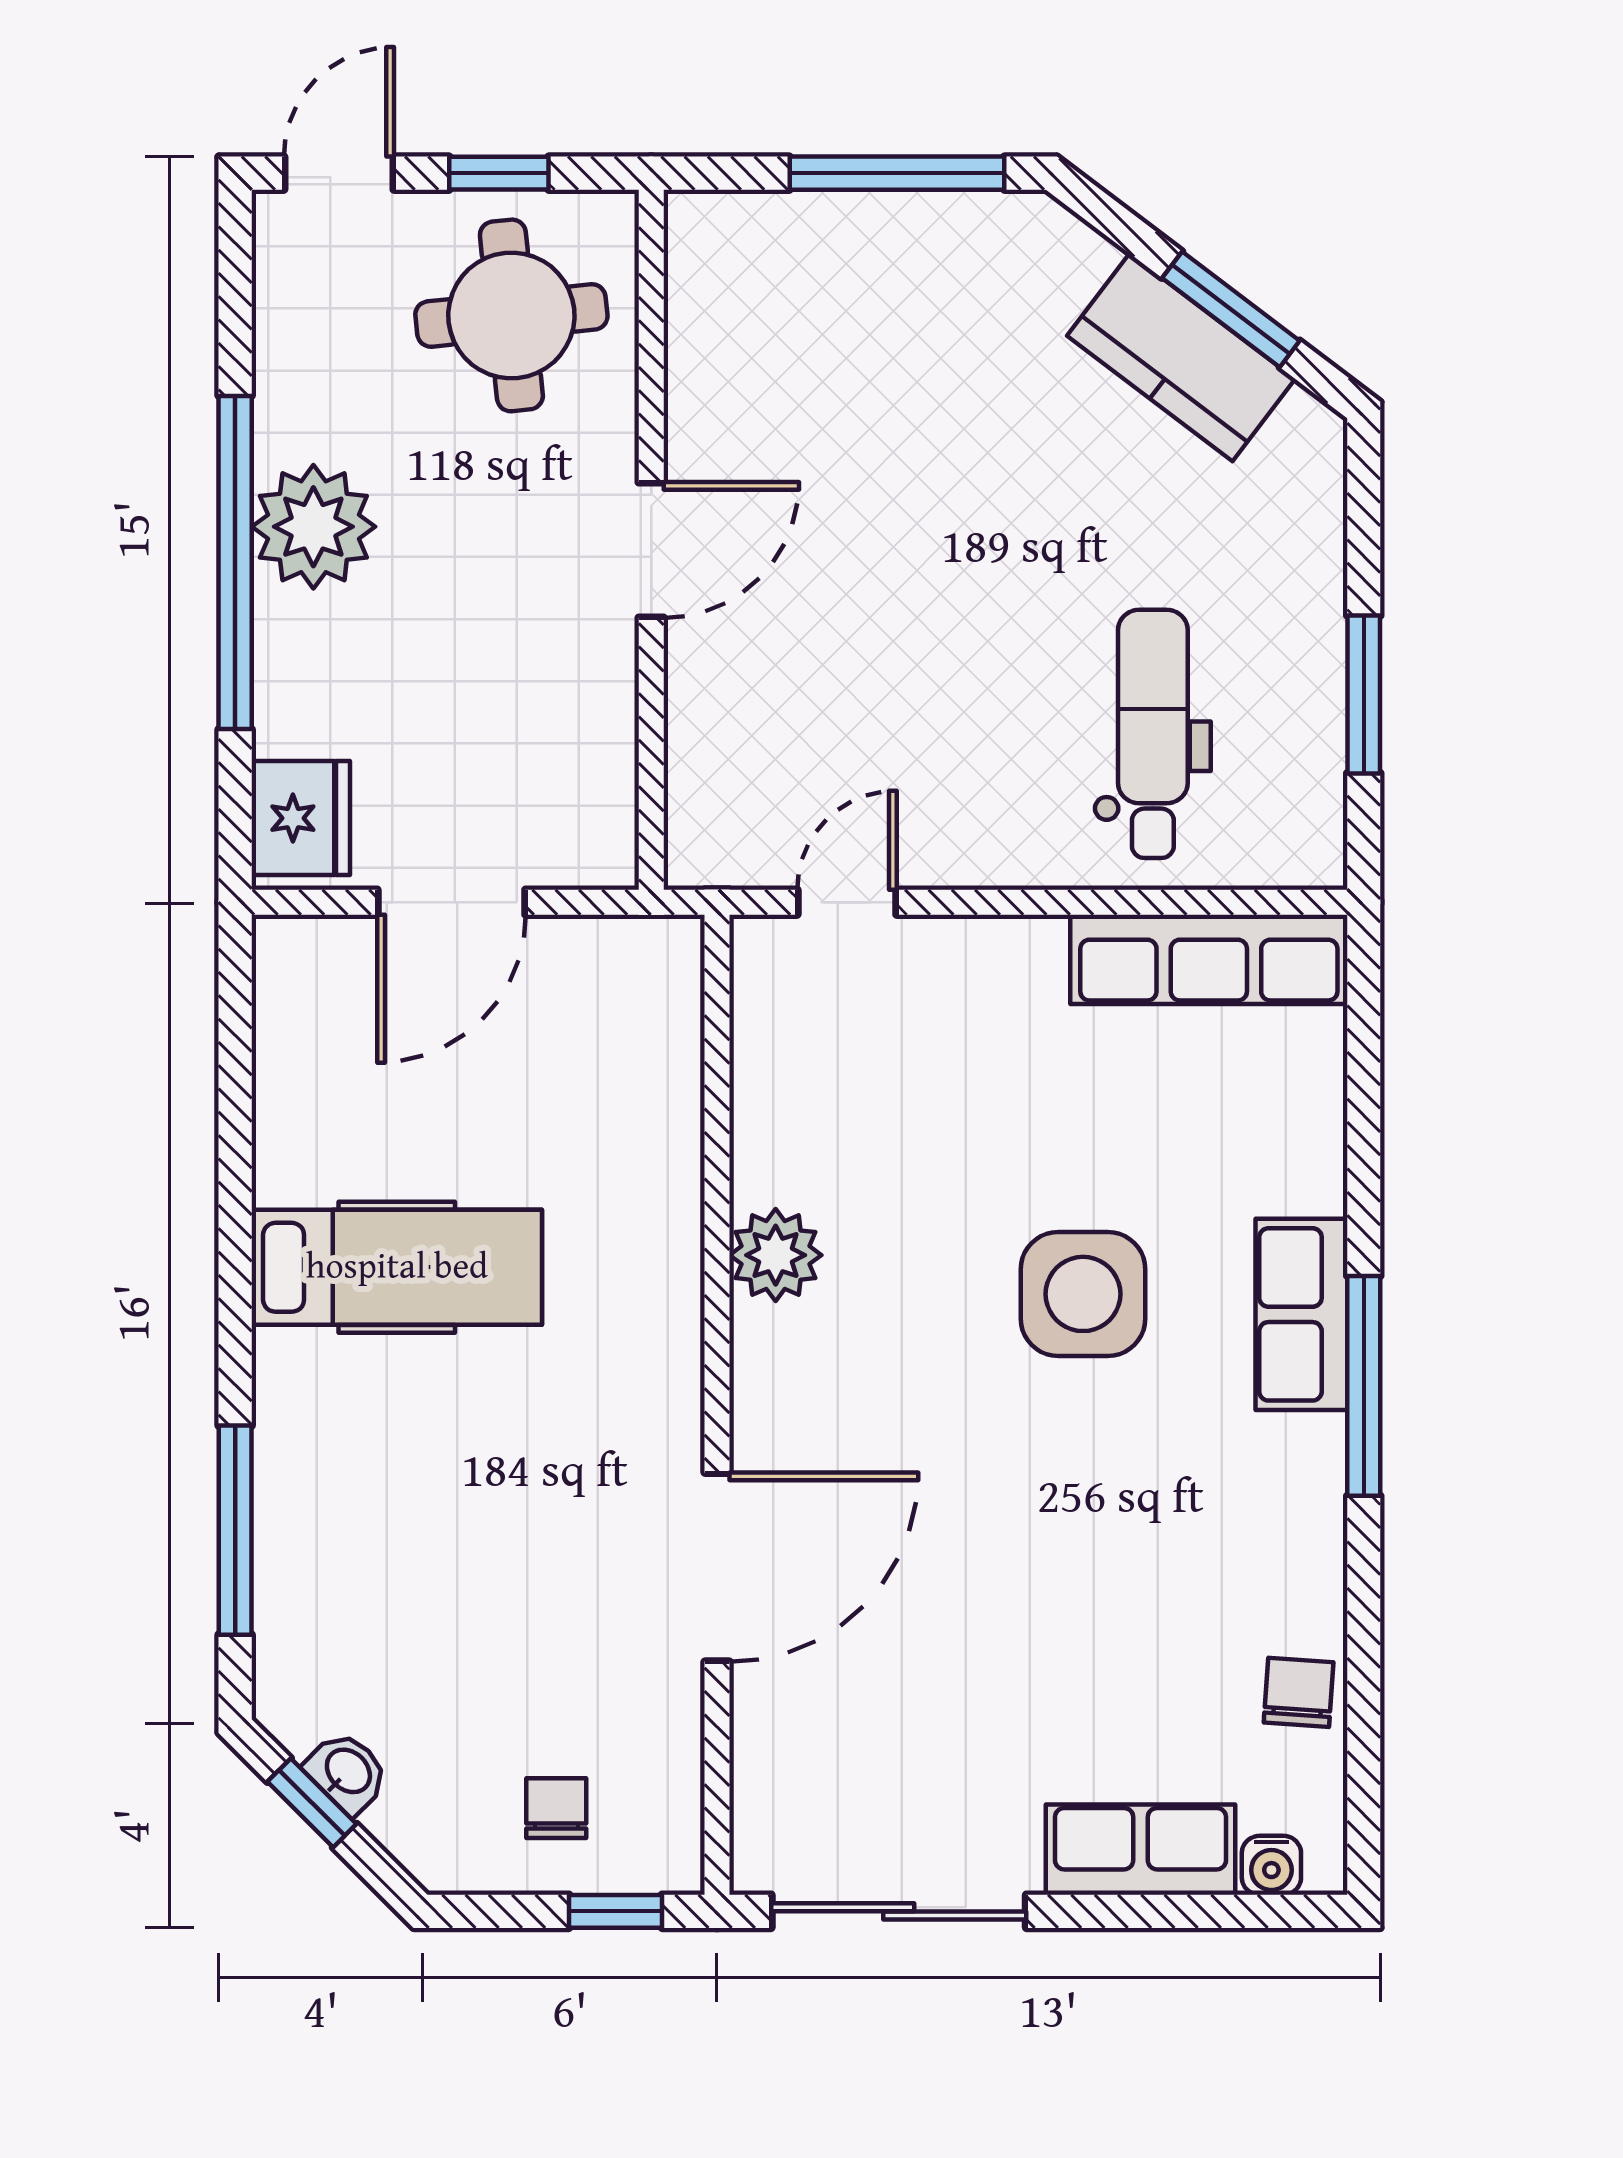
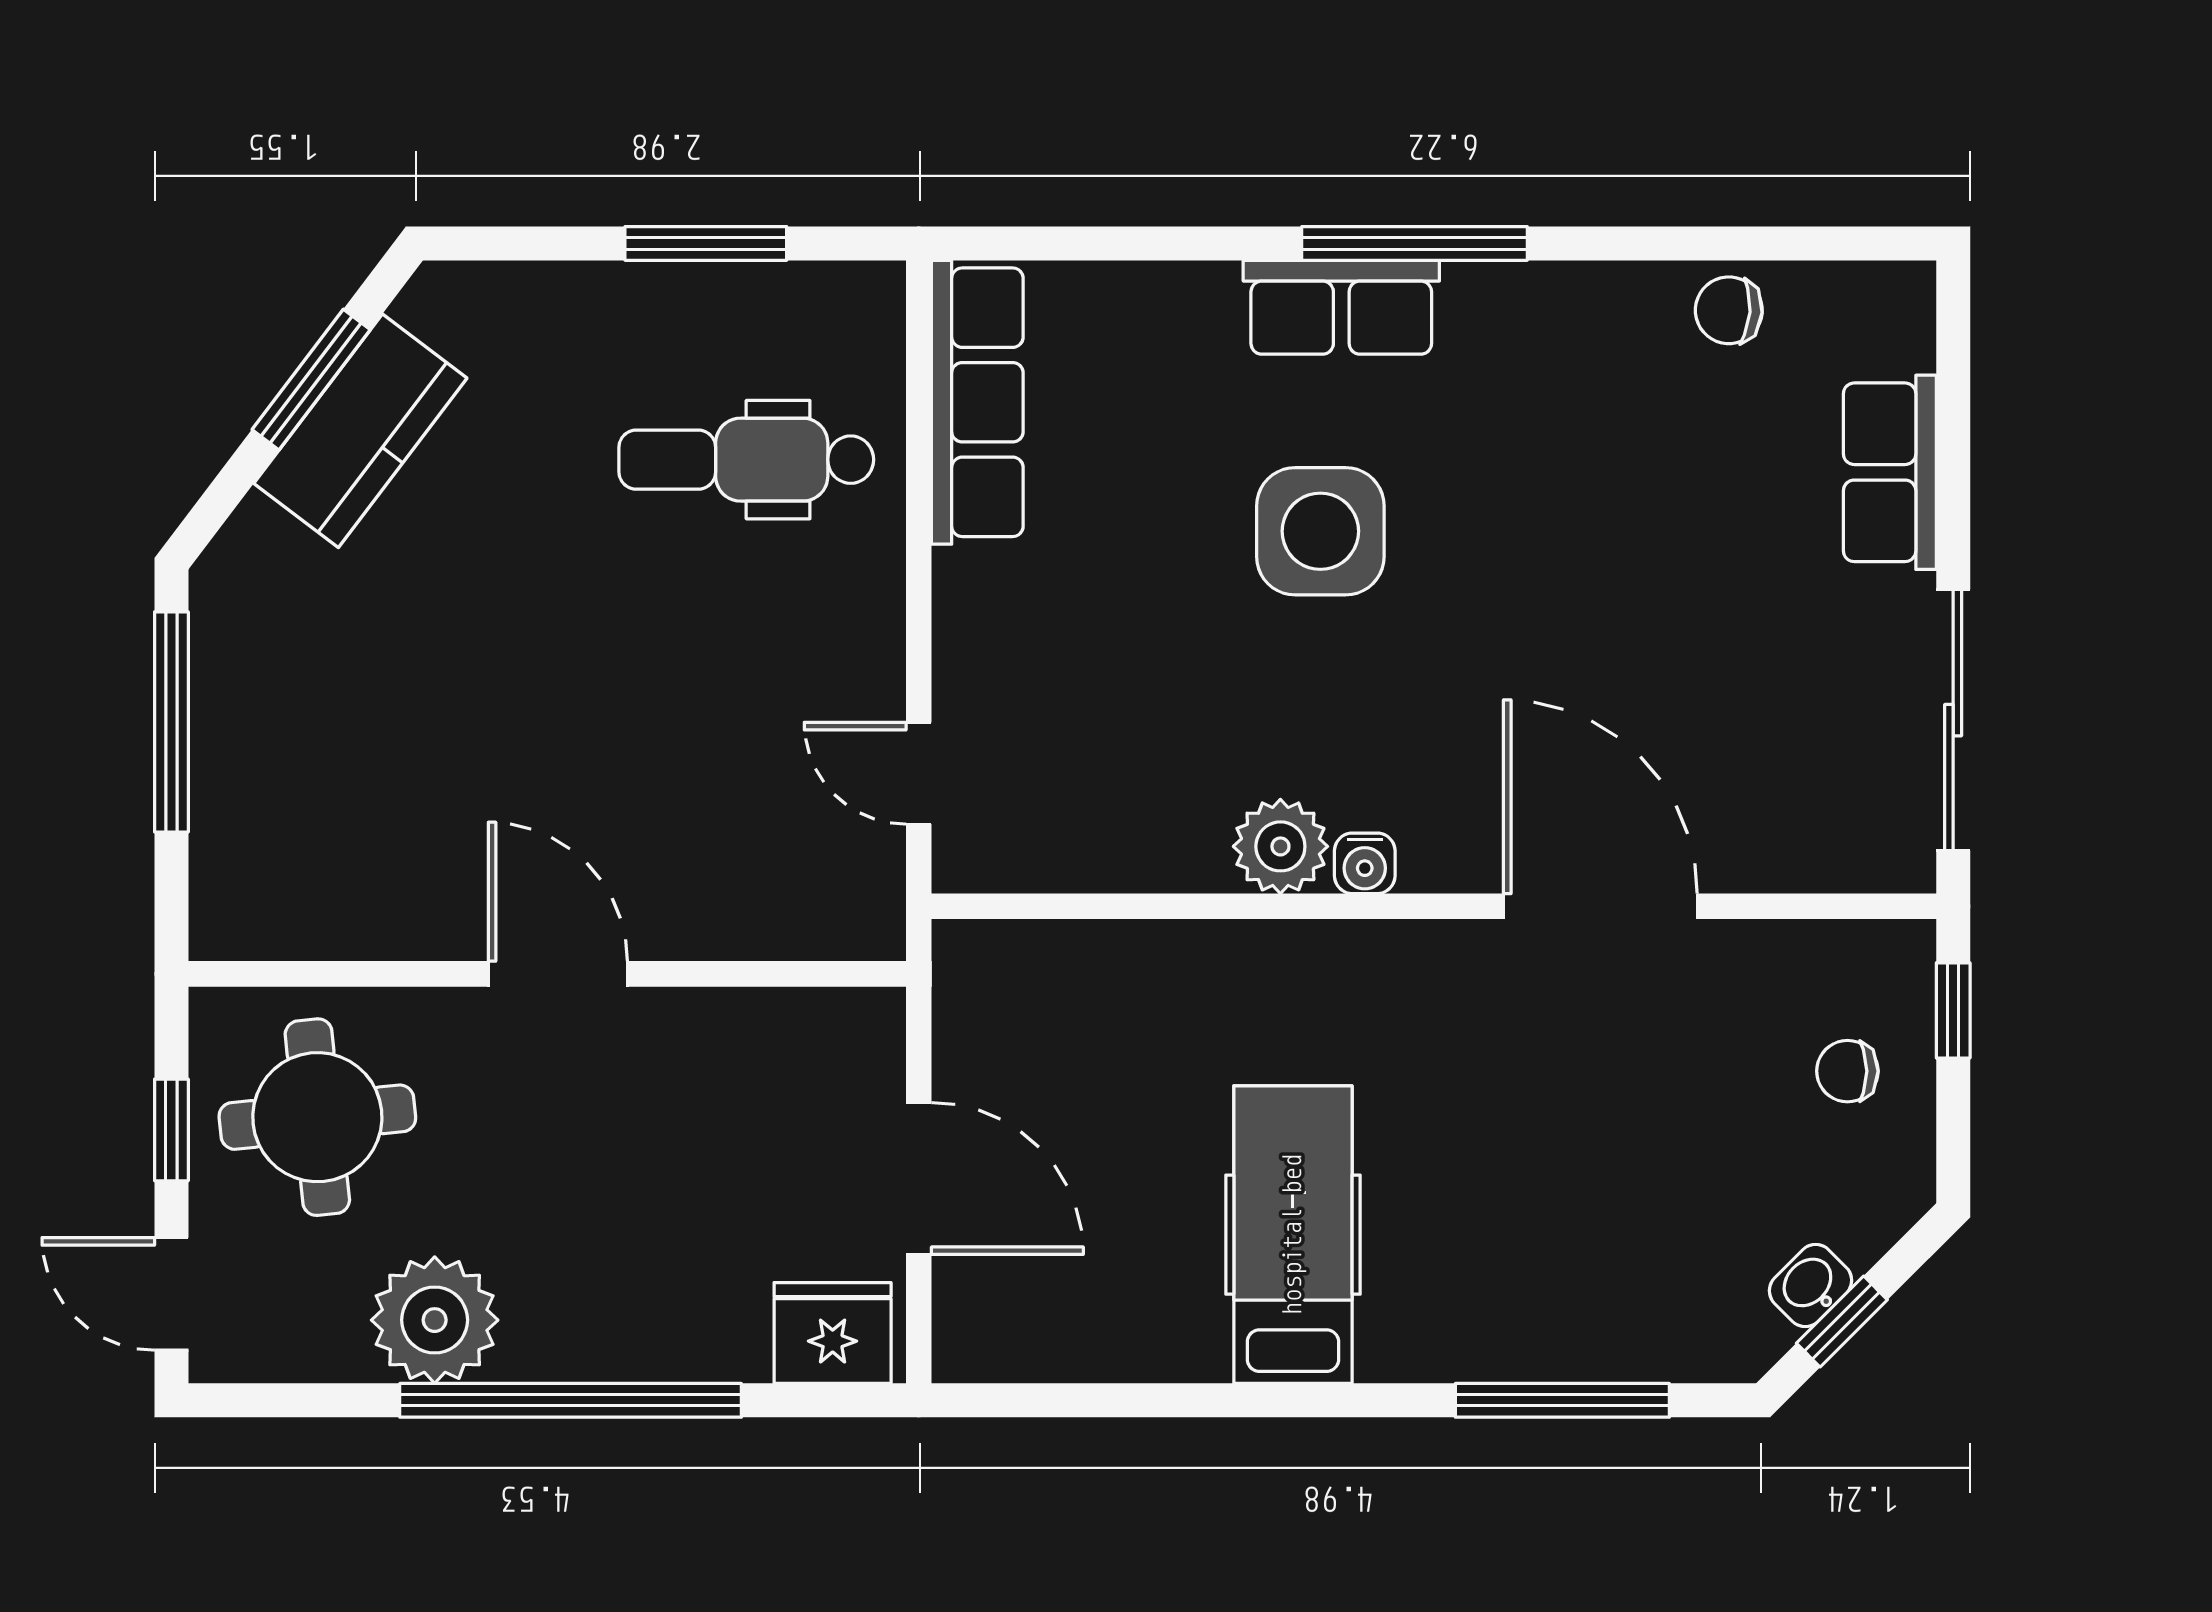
plant: (313, 527) -> (435, 1320), moved
water cooler: (1271, 1865) -> (1365, 863), moved, turned 90

